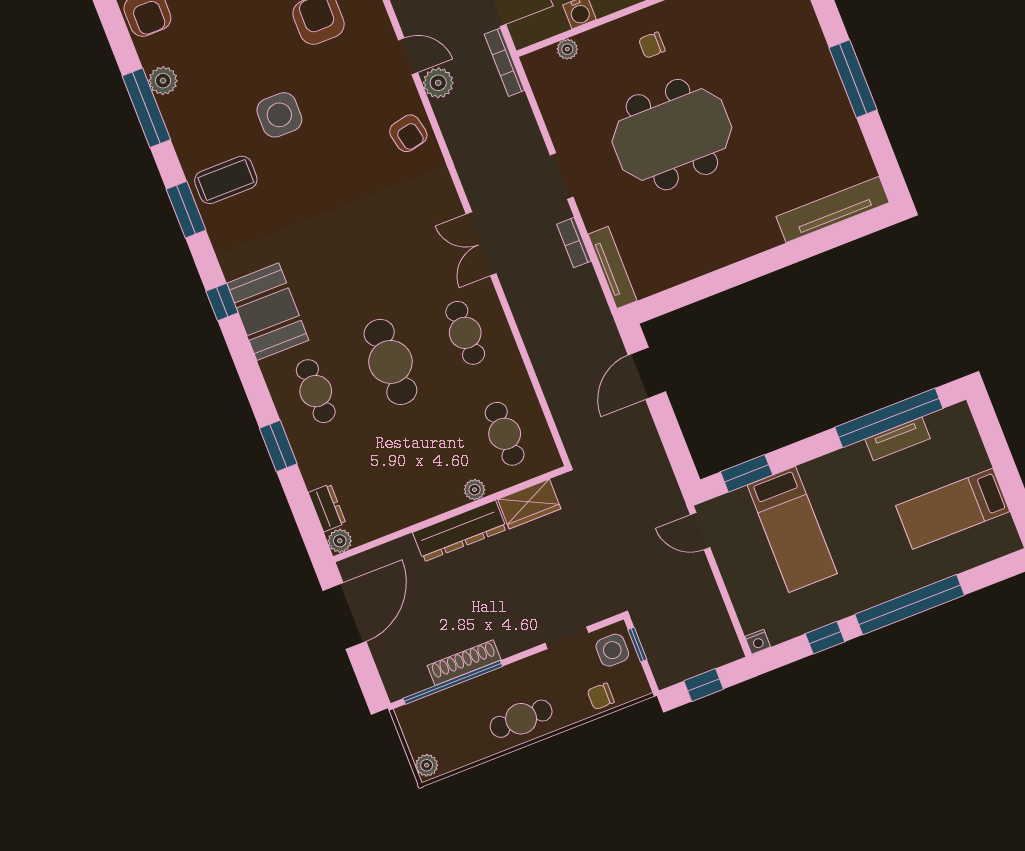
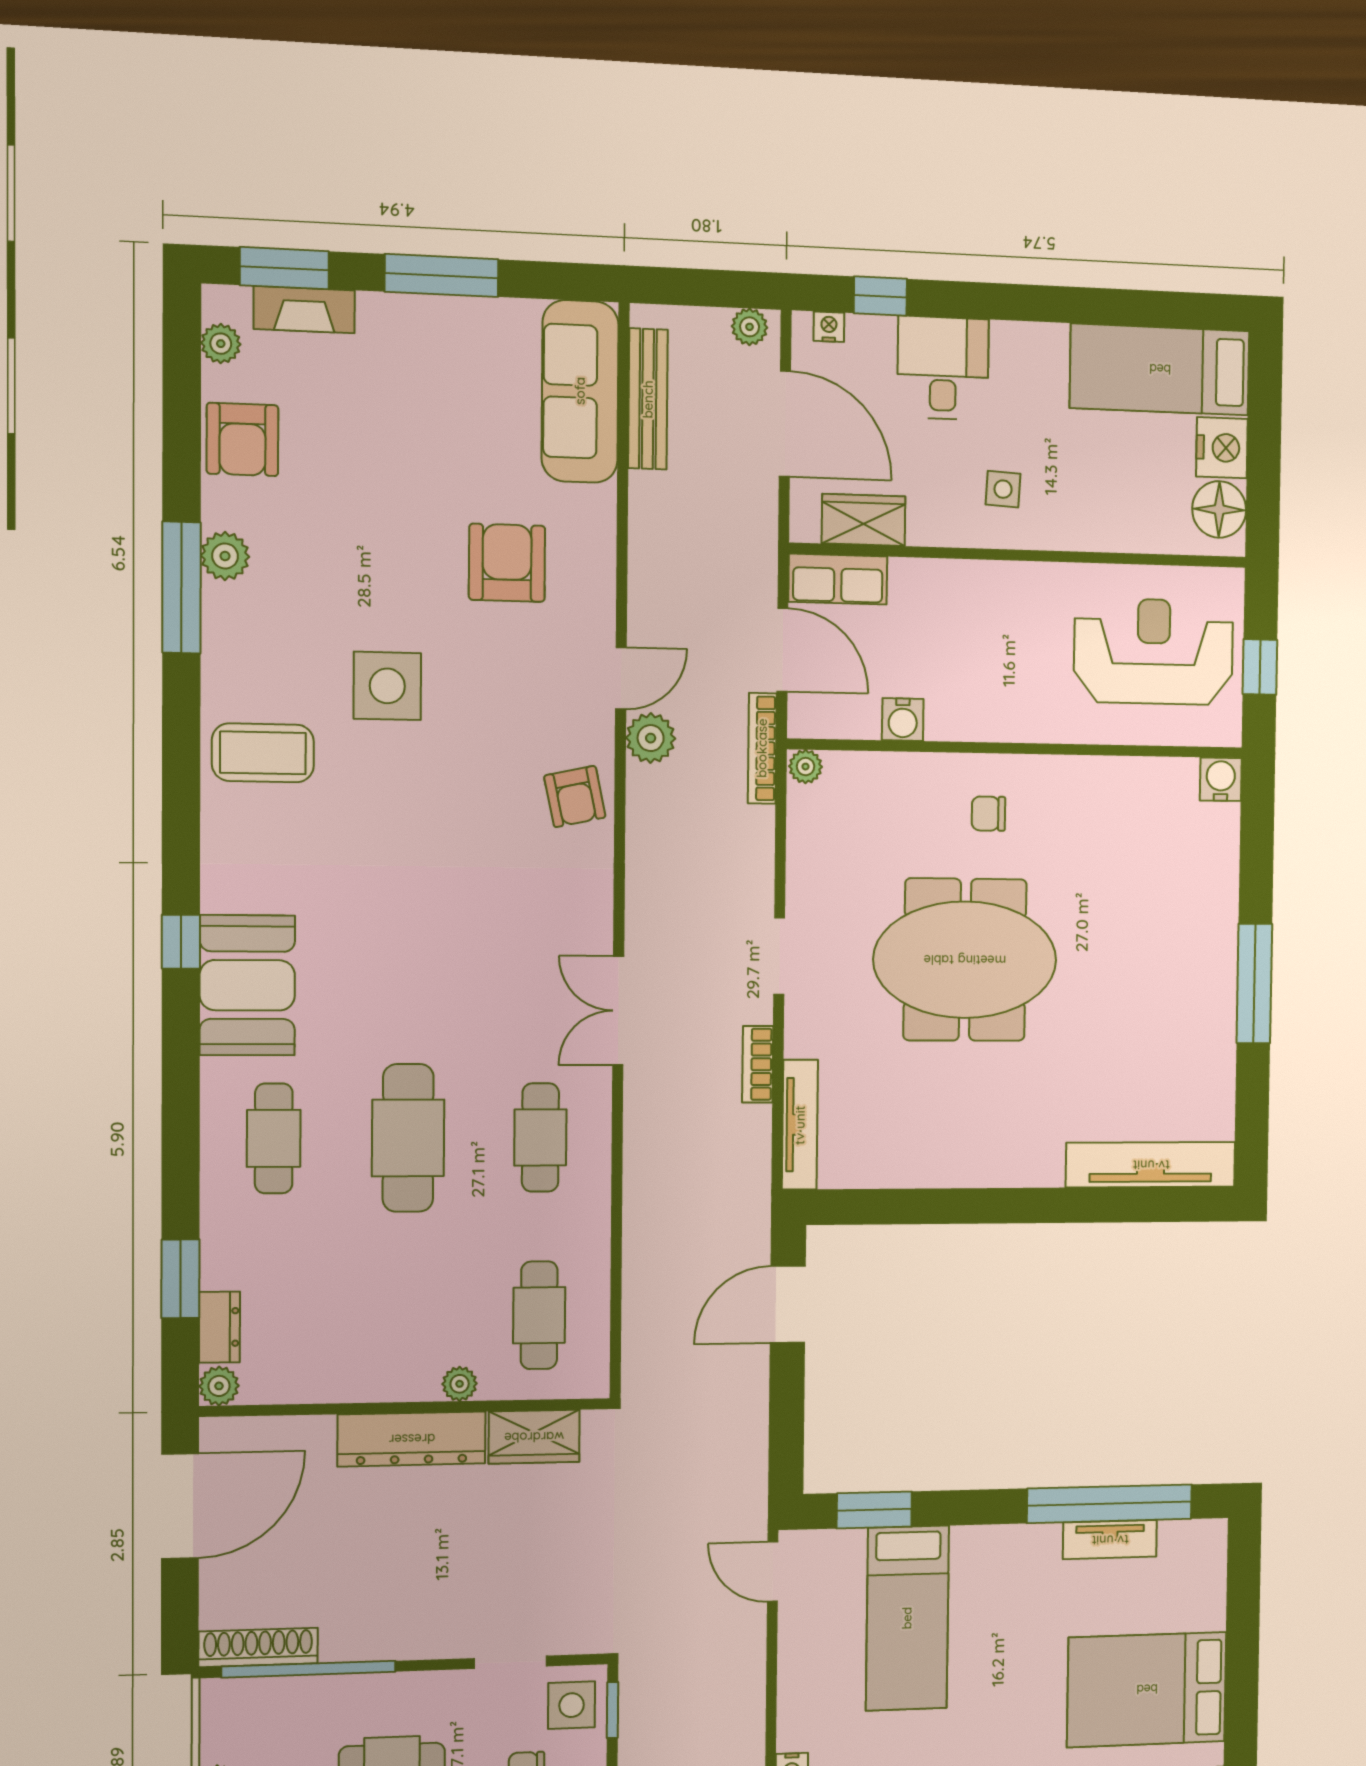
plant: (567, 49) -> (806, 767), moved
door: (408, 56) -> (621, 678), hinge flipped
window: (186, 210) -> (181, 774), removed
window: (278, 446) -> (180, 1279), moved
bed: (953, 509) -> (1147, 1689), width x1.50
shoe rack: (464, 663) -> (258, 1647), moved

